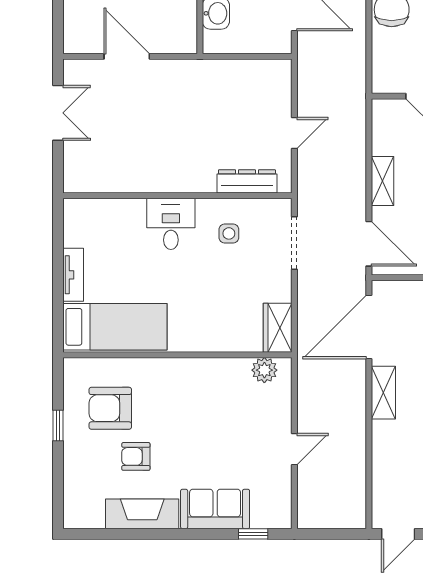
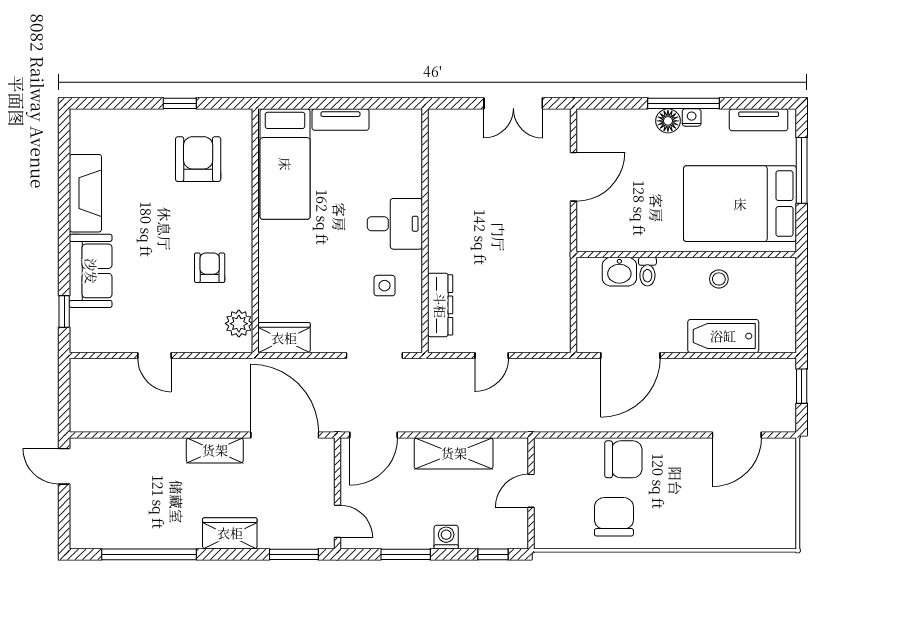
door: (294, 133) -> (492, 355), hinge flipped
shelving: (382, 181) -> (454, 453), width x1.50, depth x1.33
armchair: (136, 456) -> (210, 268), moved

